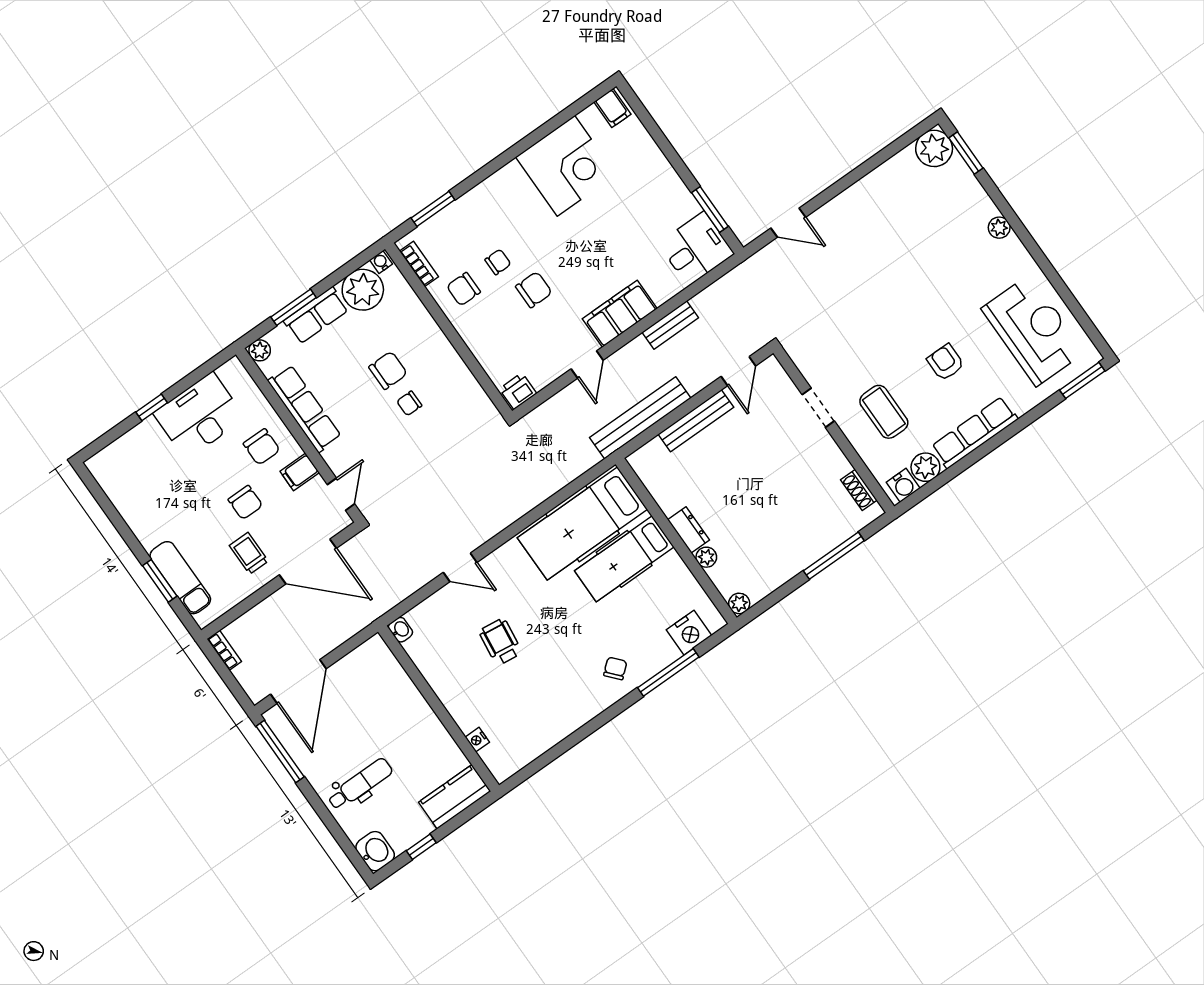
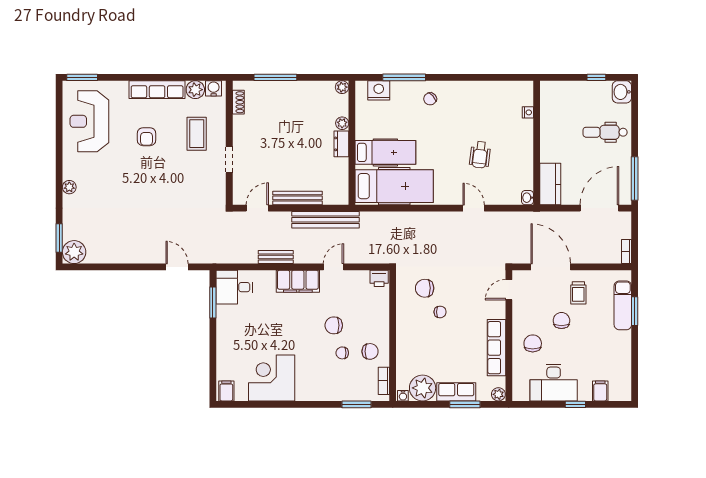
chair: (388, 370) -> (425, 288), moved
filing cabinet: (300, 472) -> (600, 391), moved, turned -90
kitchen counter: (455, 797) -> (550, 184), moved, turned -90

